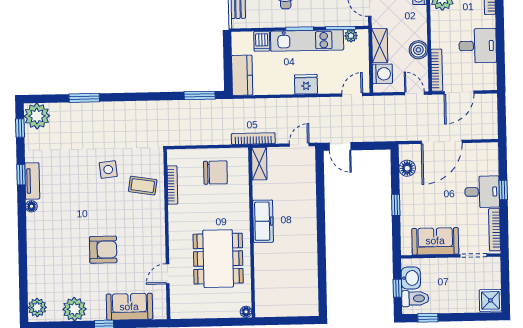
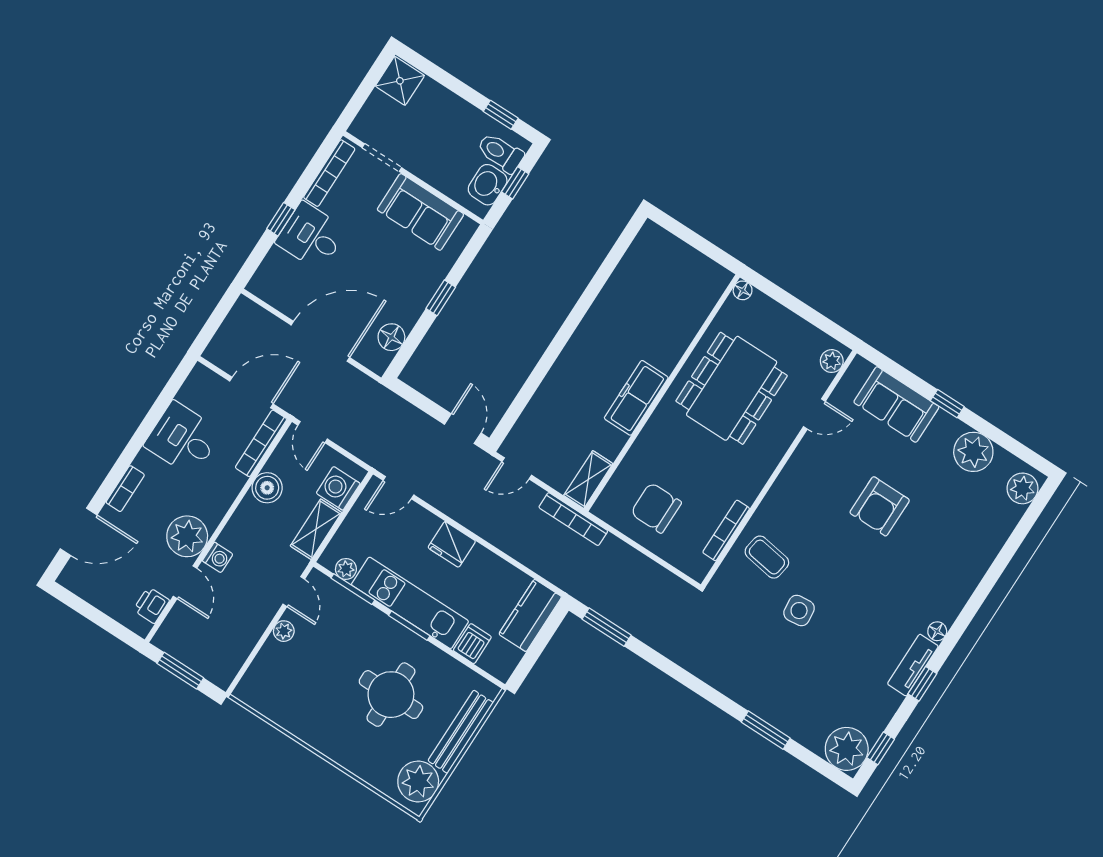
armchair: (103, 250) -> (880, 506), turned -90
plant: (177, 307) -> (832, 361), added

